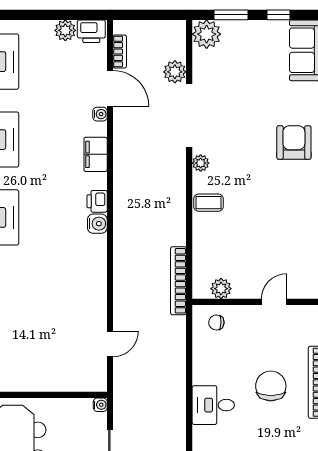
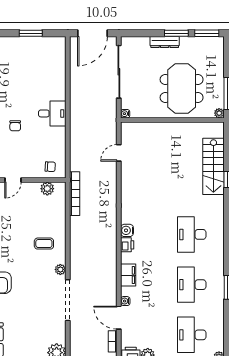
plant: (175, 72) -> (77, 328), removed
coffee table: (209, 203) -> (44, 244), moved
chair: (271, 386) -> (15, 126), width x0.54, depth x0.54

